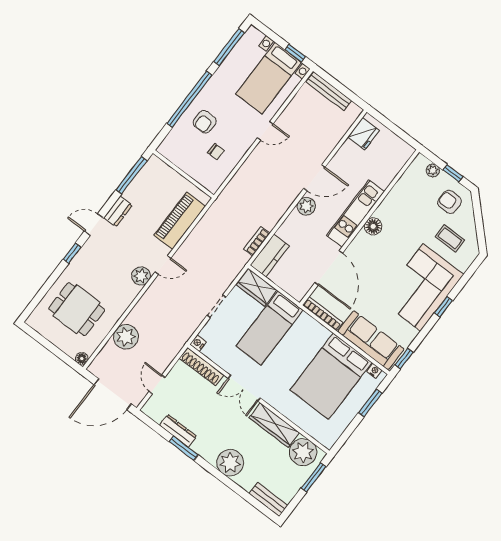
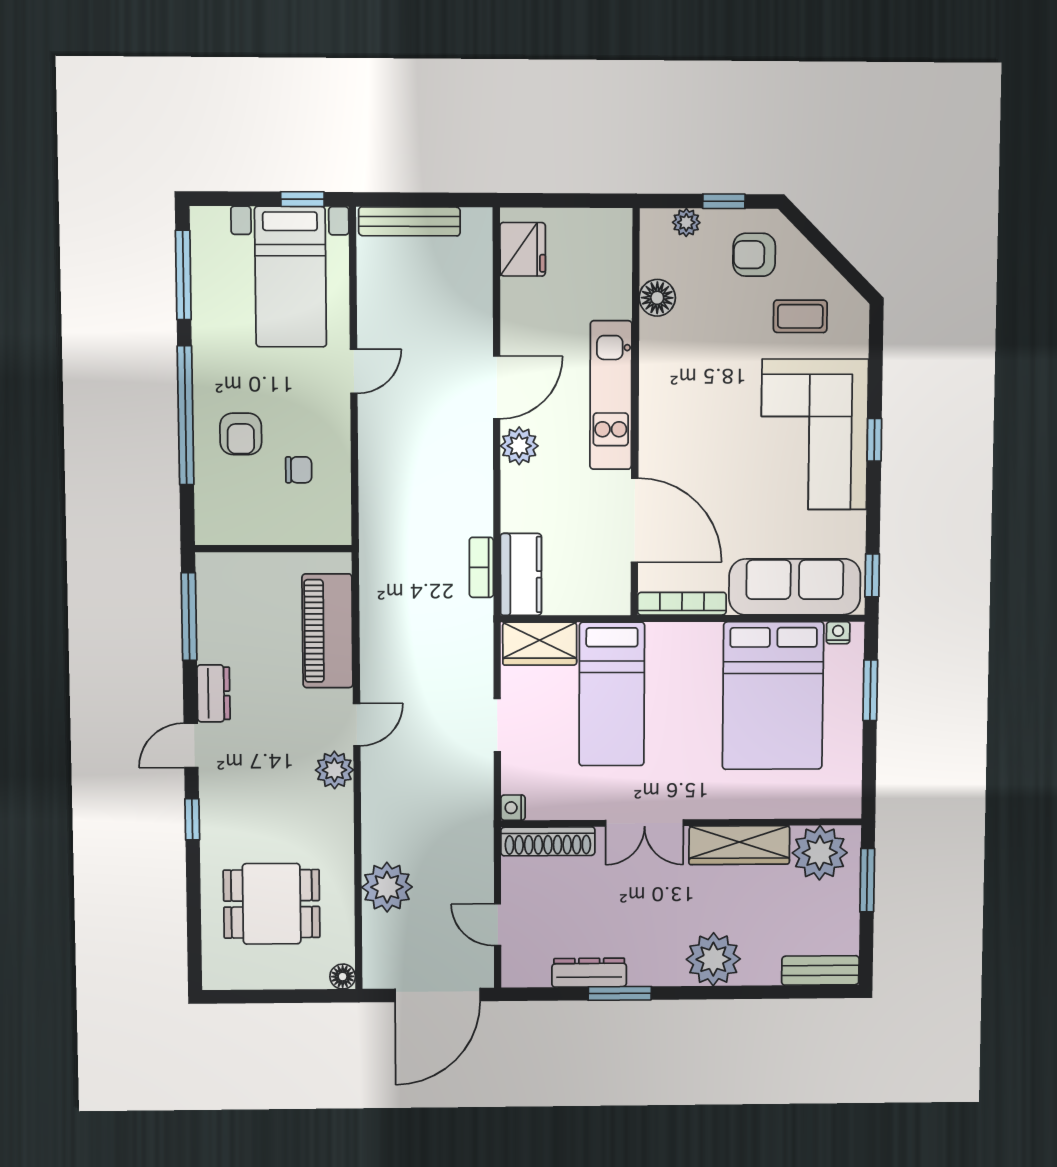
floor lamp: (373, 226) -> (657, 298), moved

